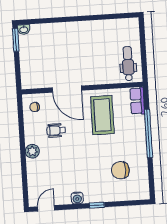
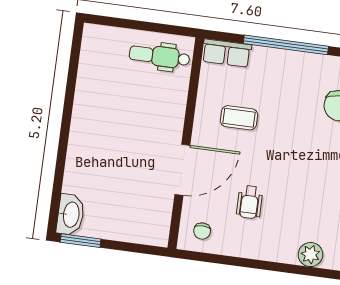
washbasin: (24, 29) -> (71, 215), width x1.91, depth x1.45
coffee table: (102, 115) -> (239, 118), width x0.54, depth x0.58
plant: (32, 151) -> (310, 255), moved

